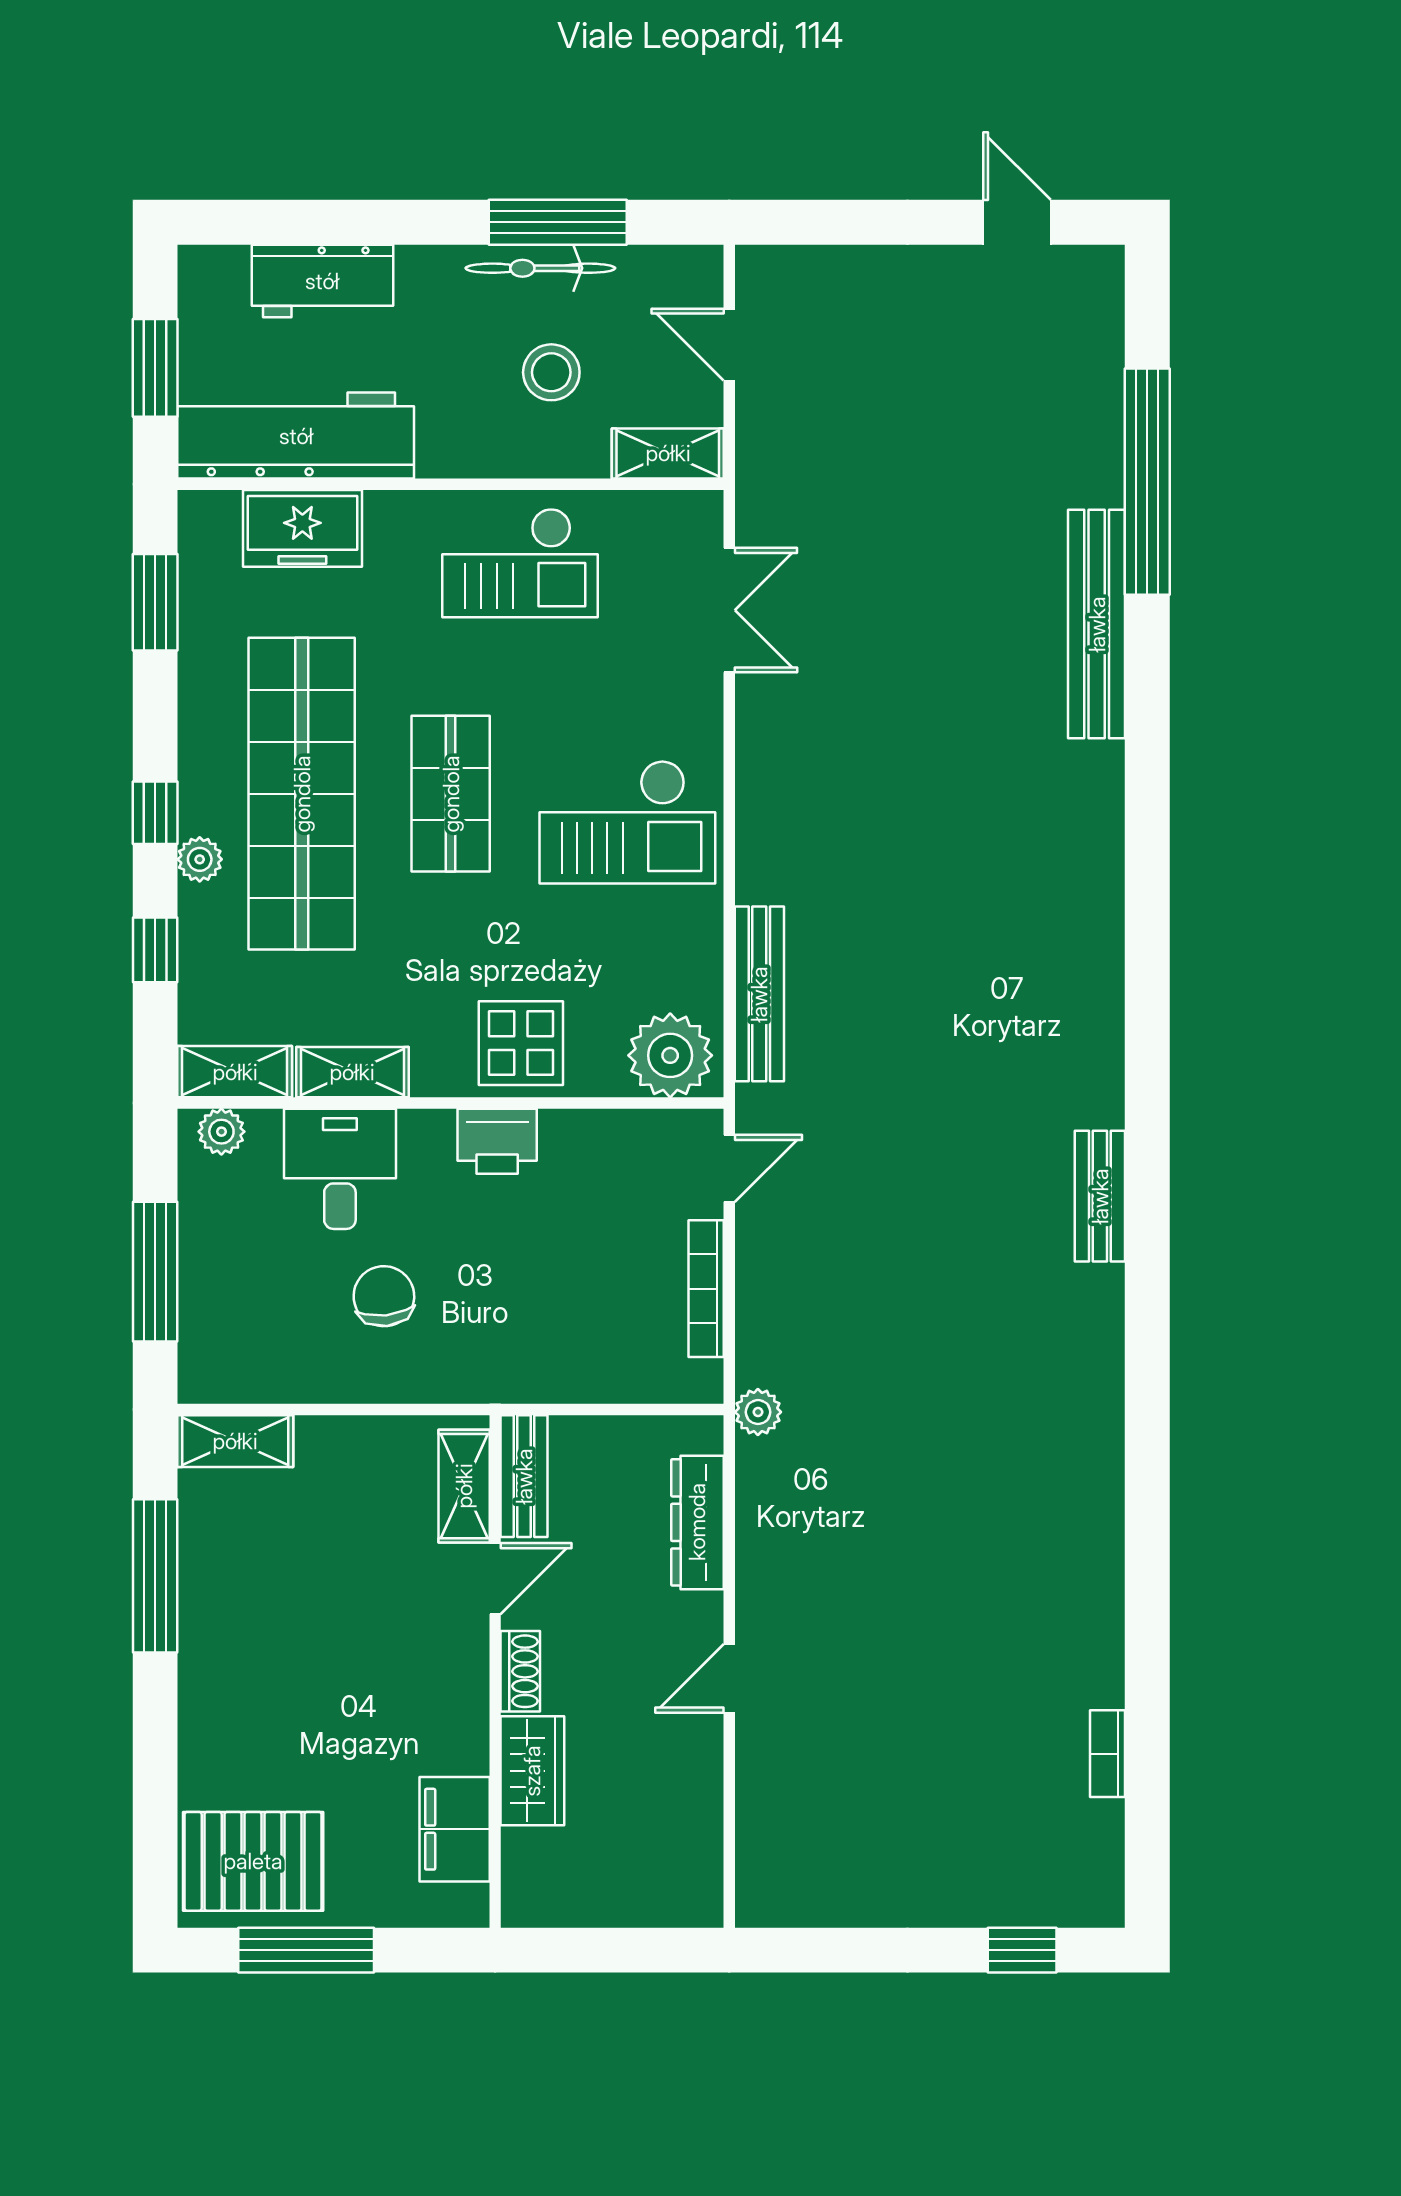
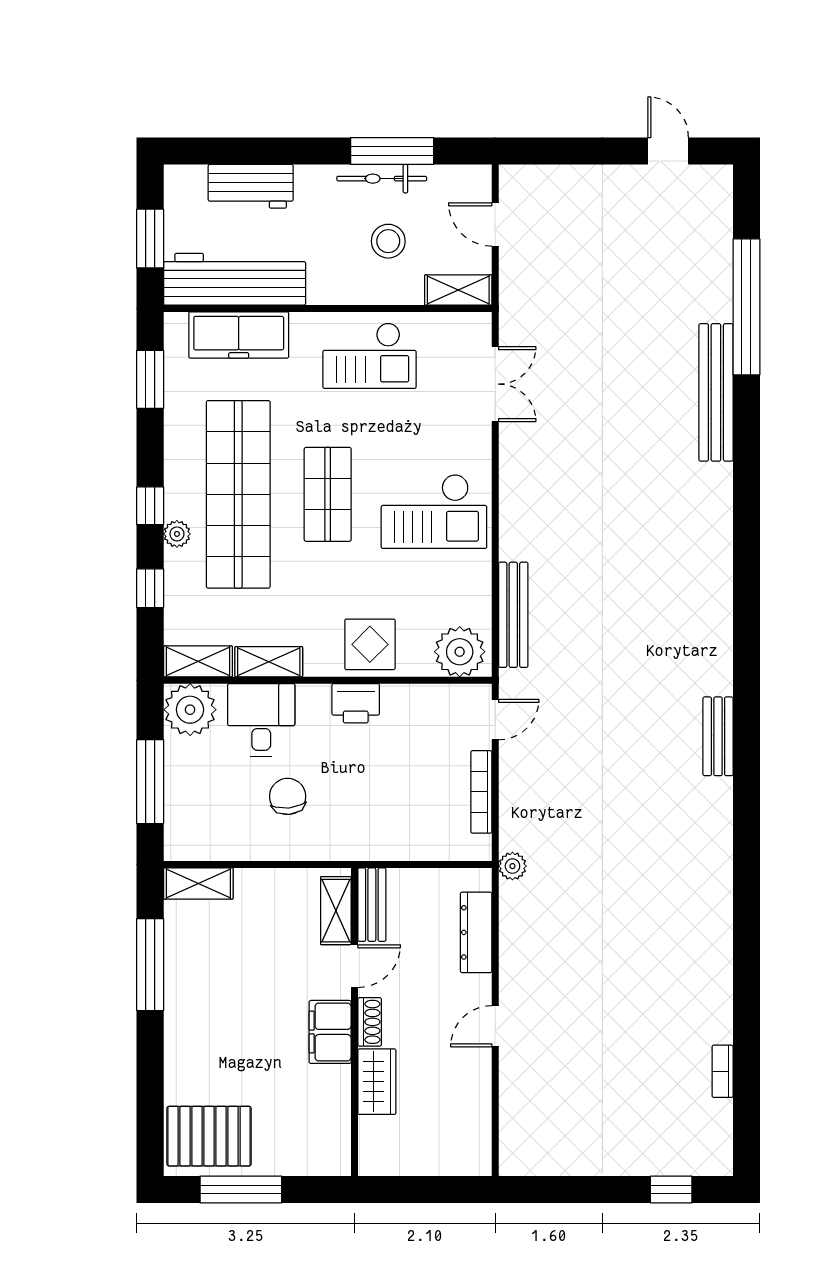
freezer: (302, 528) -> (239, 335), width x1.40
plant: (221, 1132) -> (190, 710), width x1.88, depth x1.88
filing cabinet: (455, 1829) -> (330, 1032), moved

